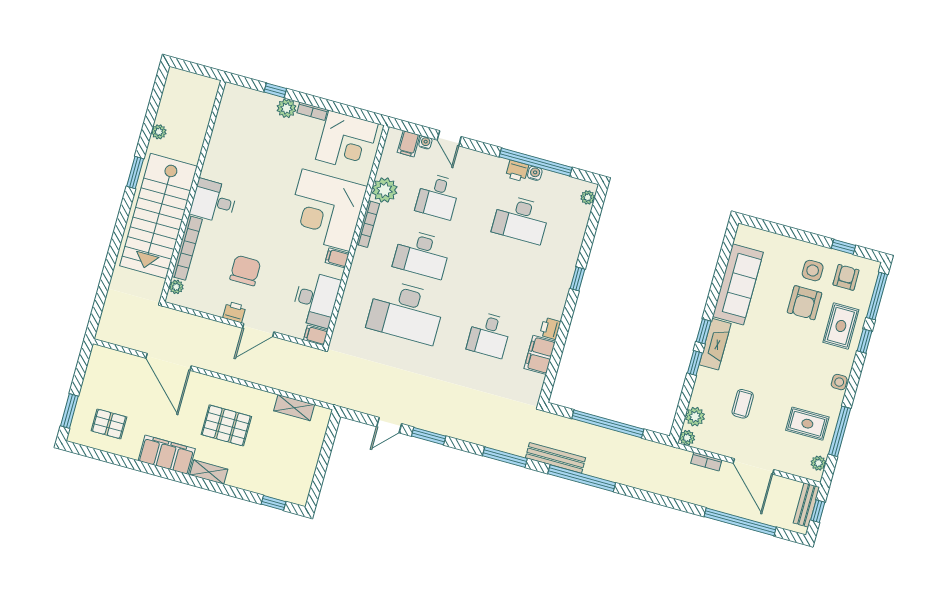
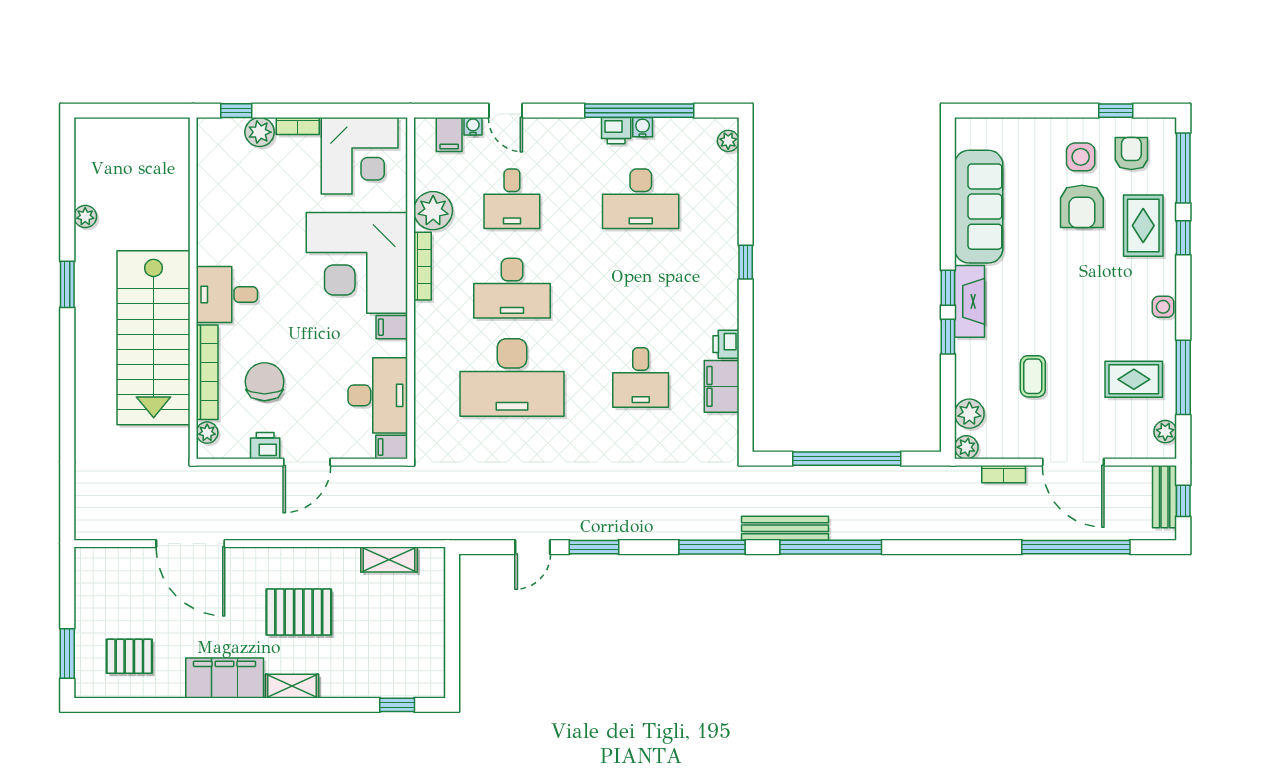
wall: (193, 191) -> (193, 288), moved
desk: (214, 201) -> (227, 295), moved
stairs: (158, 216) -> (154, 338), moved
bookcase: (187, 248) -> (207, 372), moved
plant: (176, 287) -> (207, 433), moved

